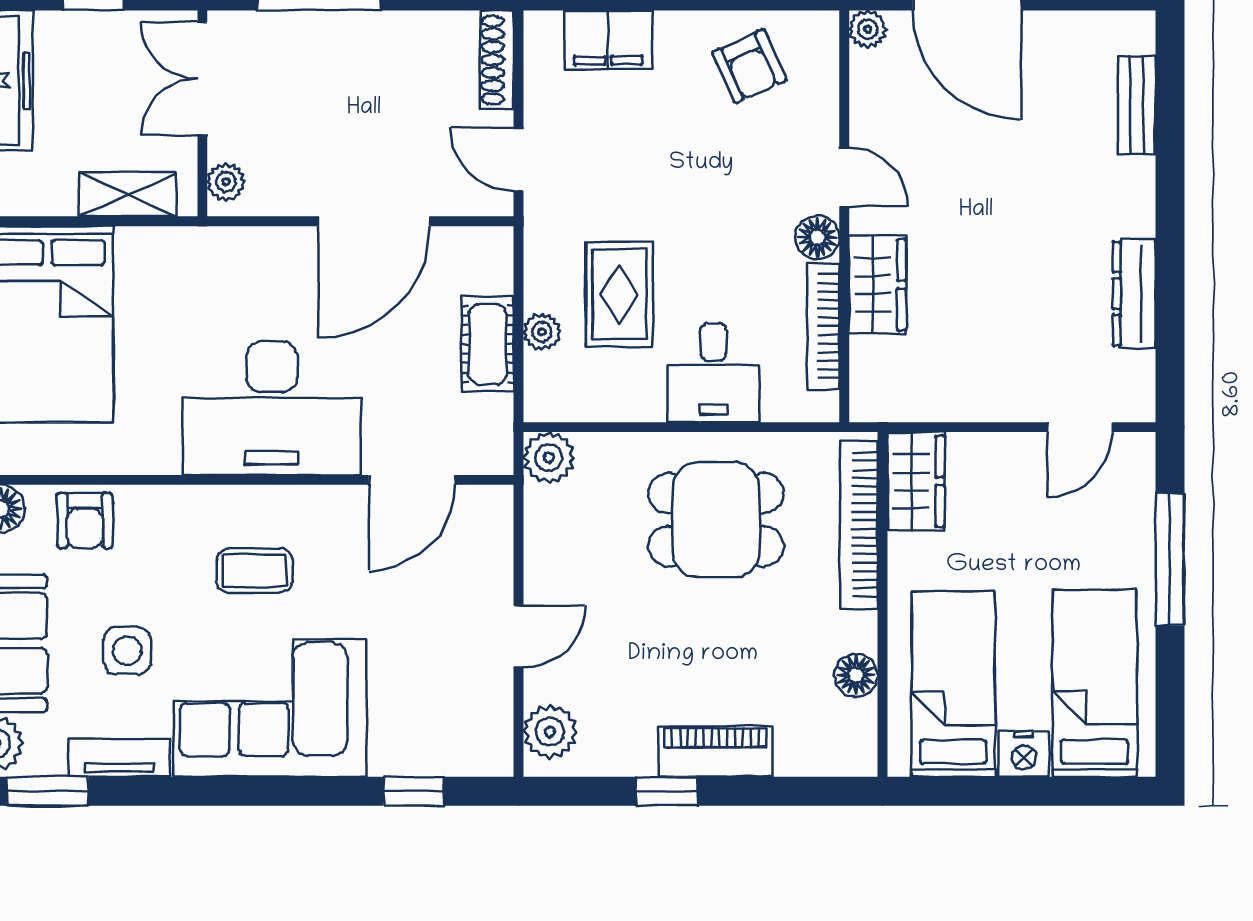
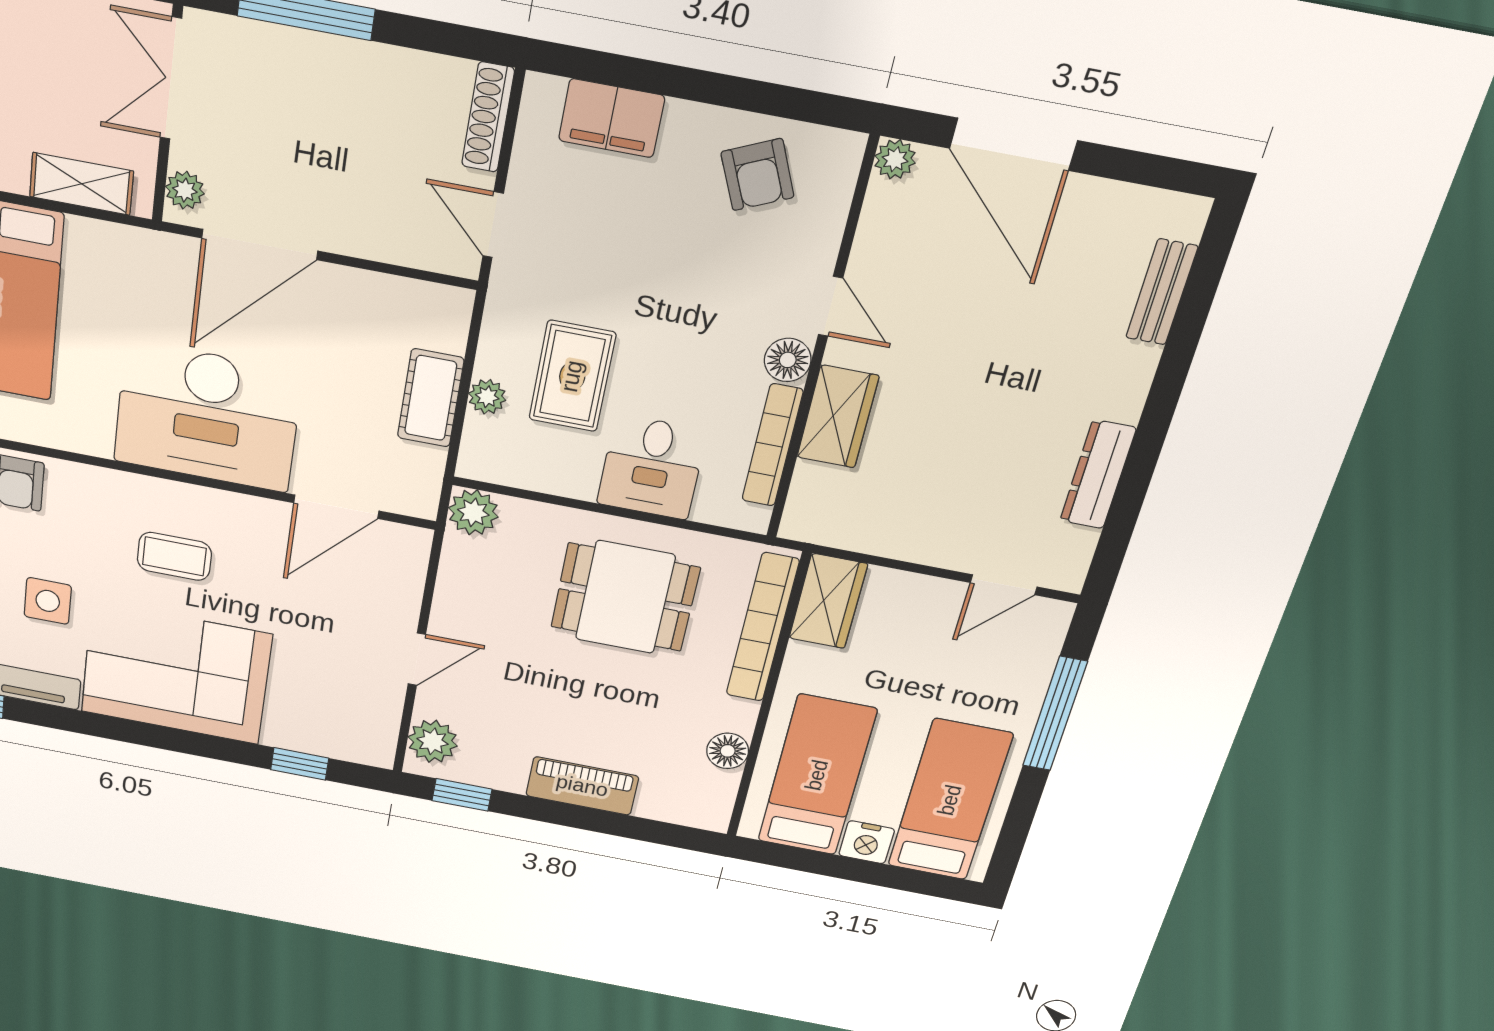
door: (374, 221) -> (260, 244), moved
window: (667, 791) -> (462, 795), moved

